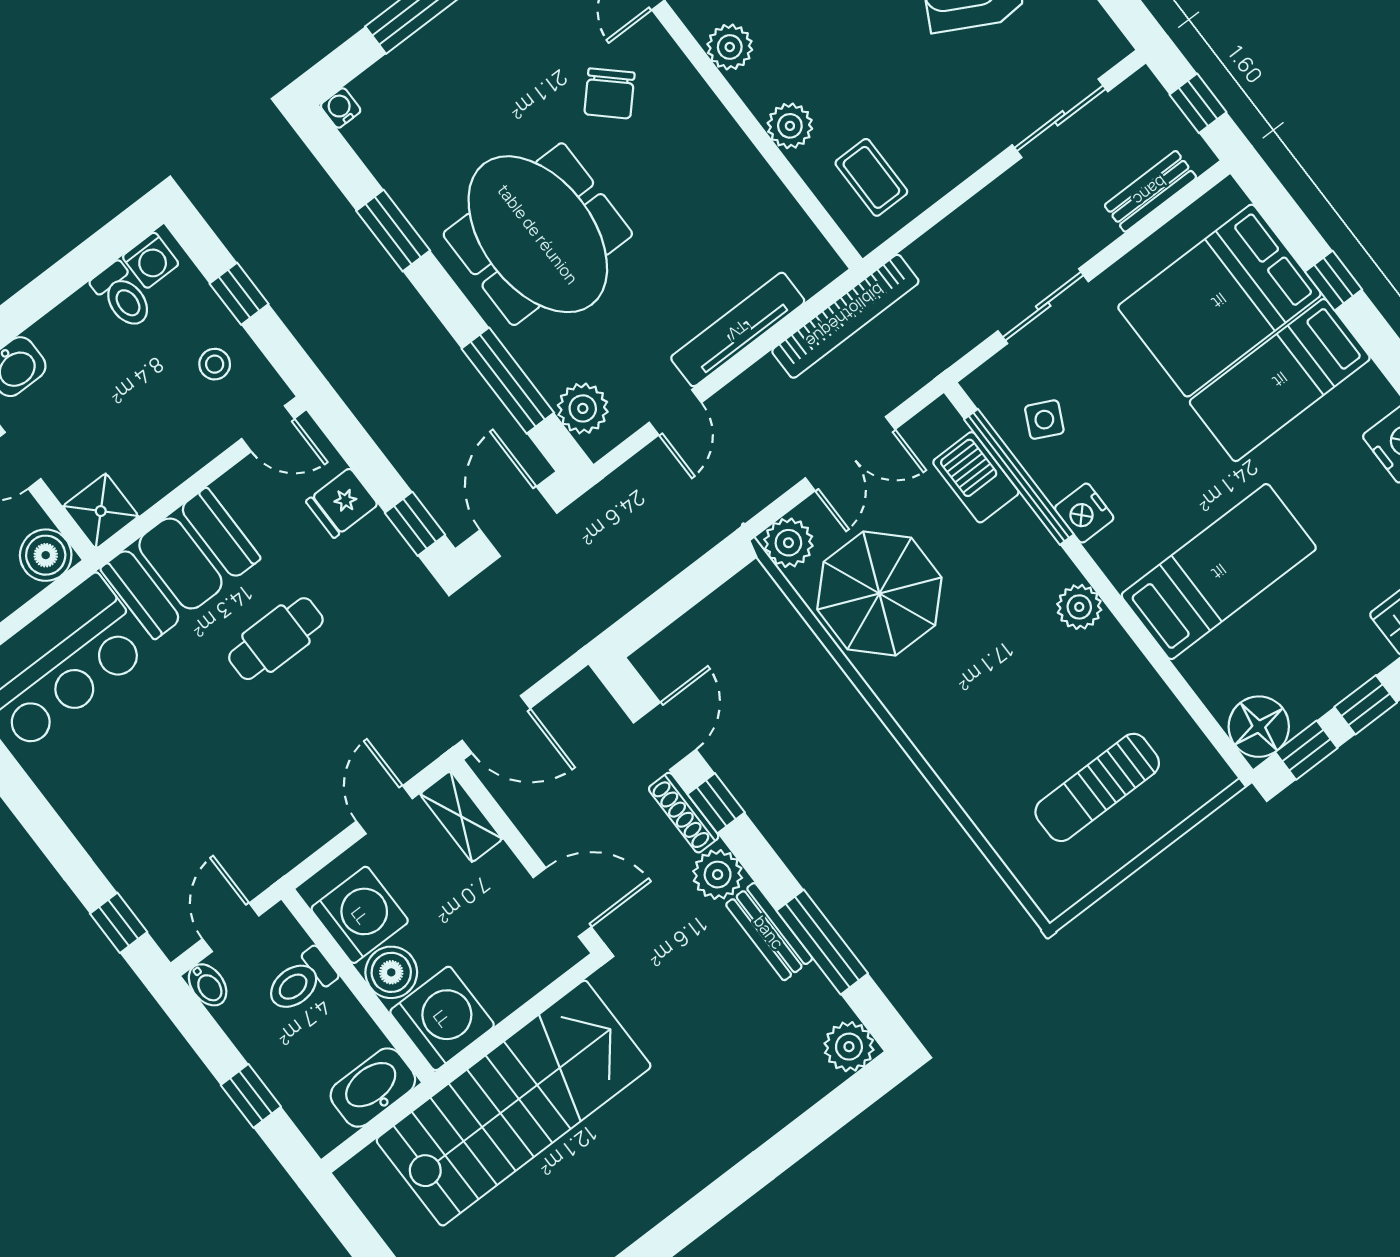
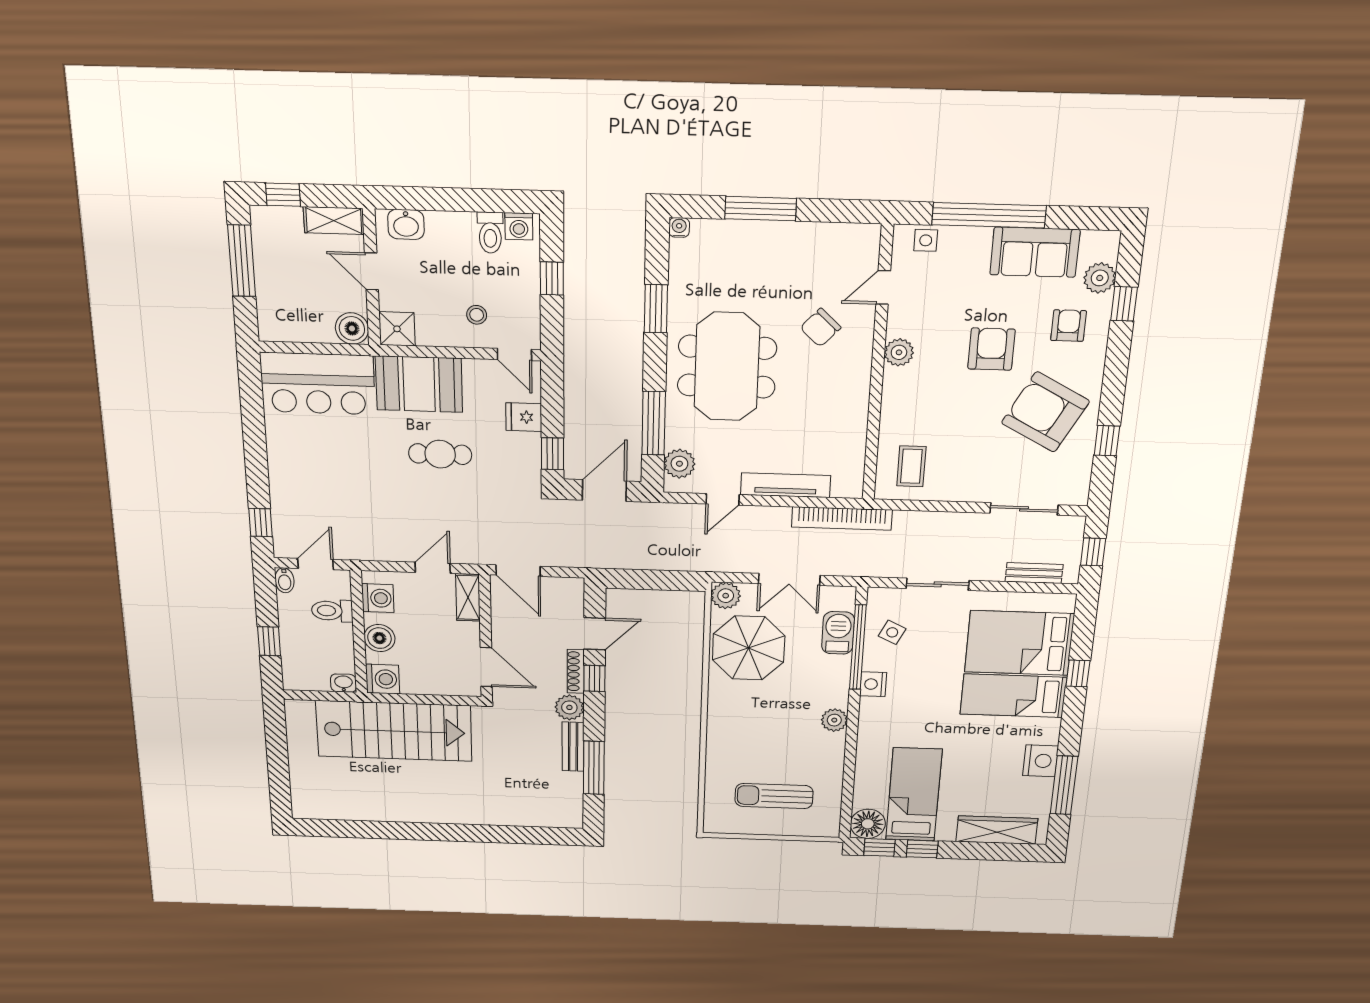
plant: (790, 126) -> (894, 412), removed
stool: (215, 364) -> (477, 315), moved
bed: (1219, 572) -> (914, 795), moved, turned -90
washing machine: (360, 915) -> (378, 598), width x0.73, depth x0.73
washing machine: (442, 1018) -> (383, 679), width x0.73, depth x0.73
plant: (849, 1047) -> (569, 816), removed
washbasin: (373, 1088) -> (343, 683), width x0.52, depth x0.69

